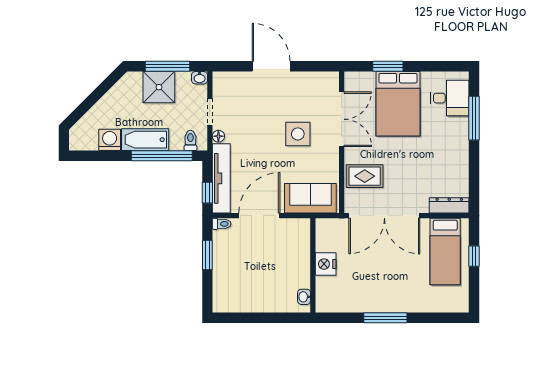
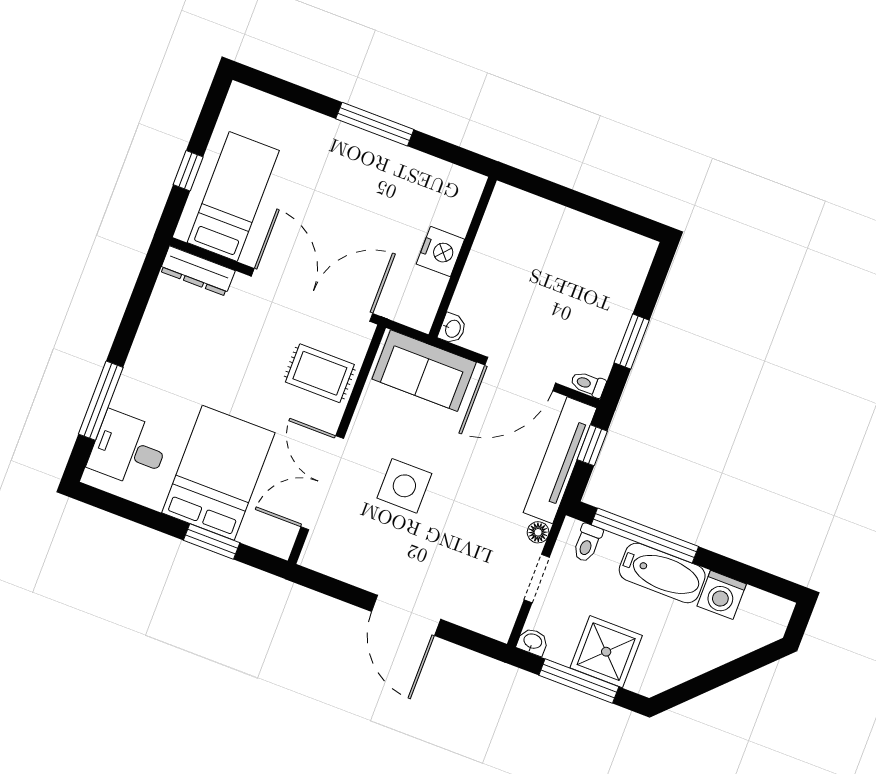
washbasin: (304, 297) -> (452, 329), moved

